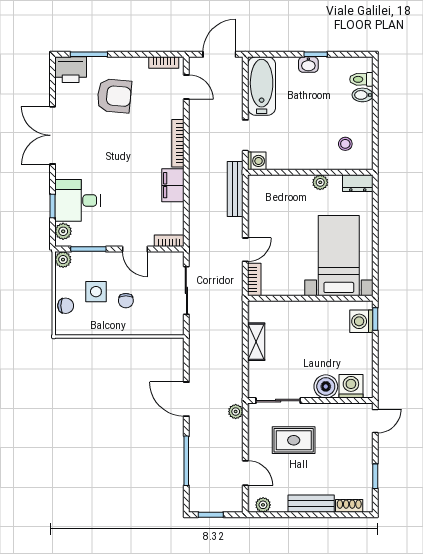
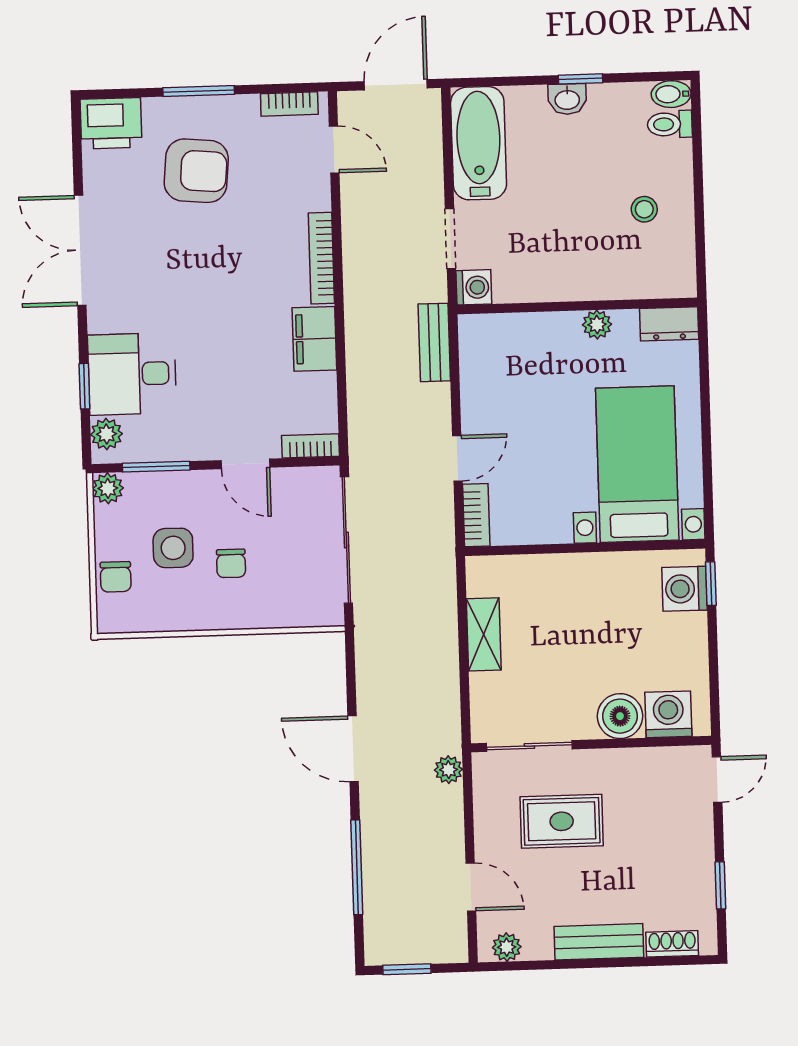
window: (89, 54) -> (199, 91), moved
bidet: (363, 95) -> (671, 94), moved
stool: (345, 144) -> (644, 209), moved
bench: (235, 189) -> (434, 342), width x0.73
sliding door: (186, 290) -> (346, 540), width x1.37
chair: (66, 306) -> (116, 577), turned 90

